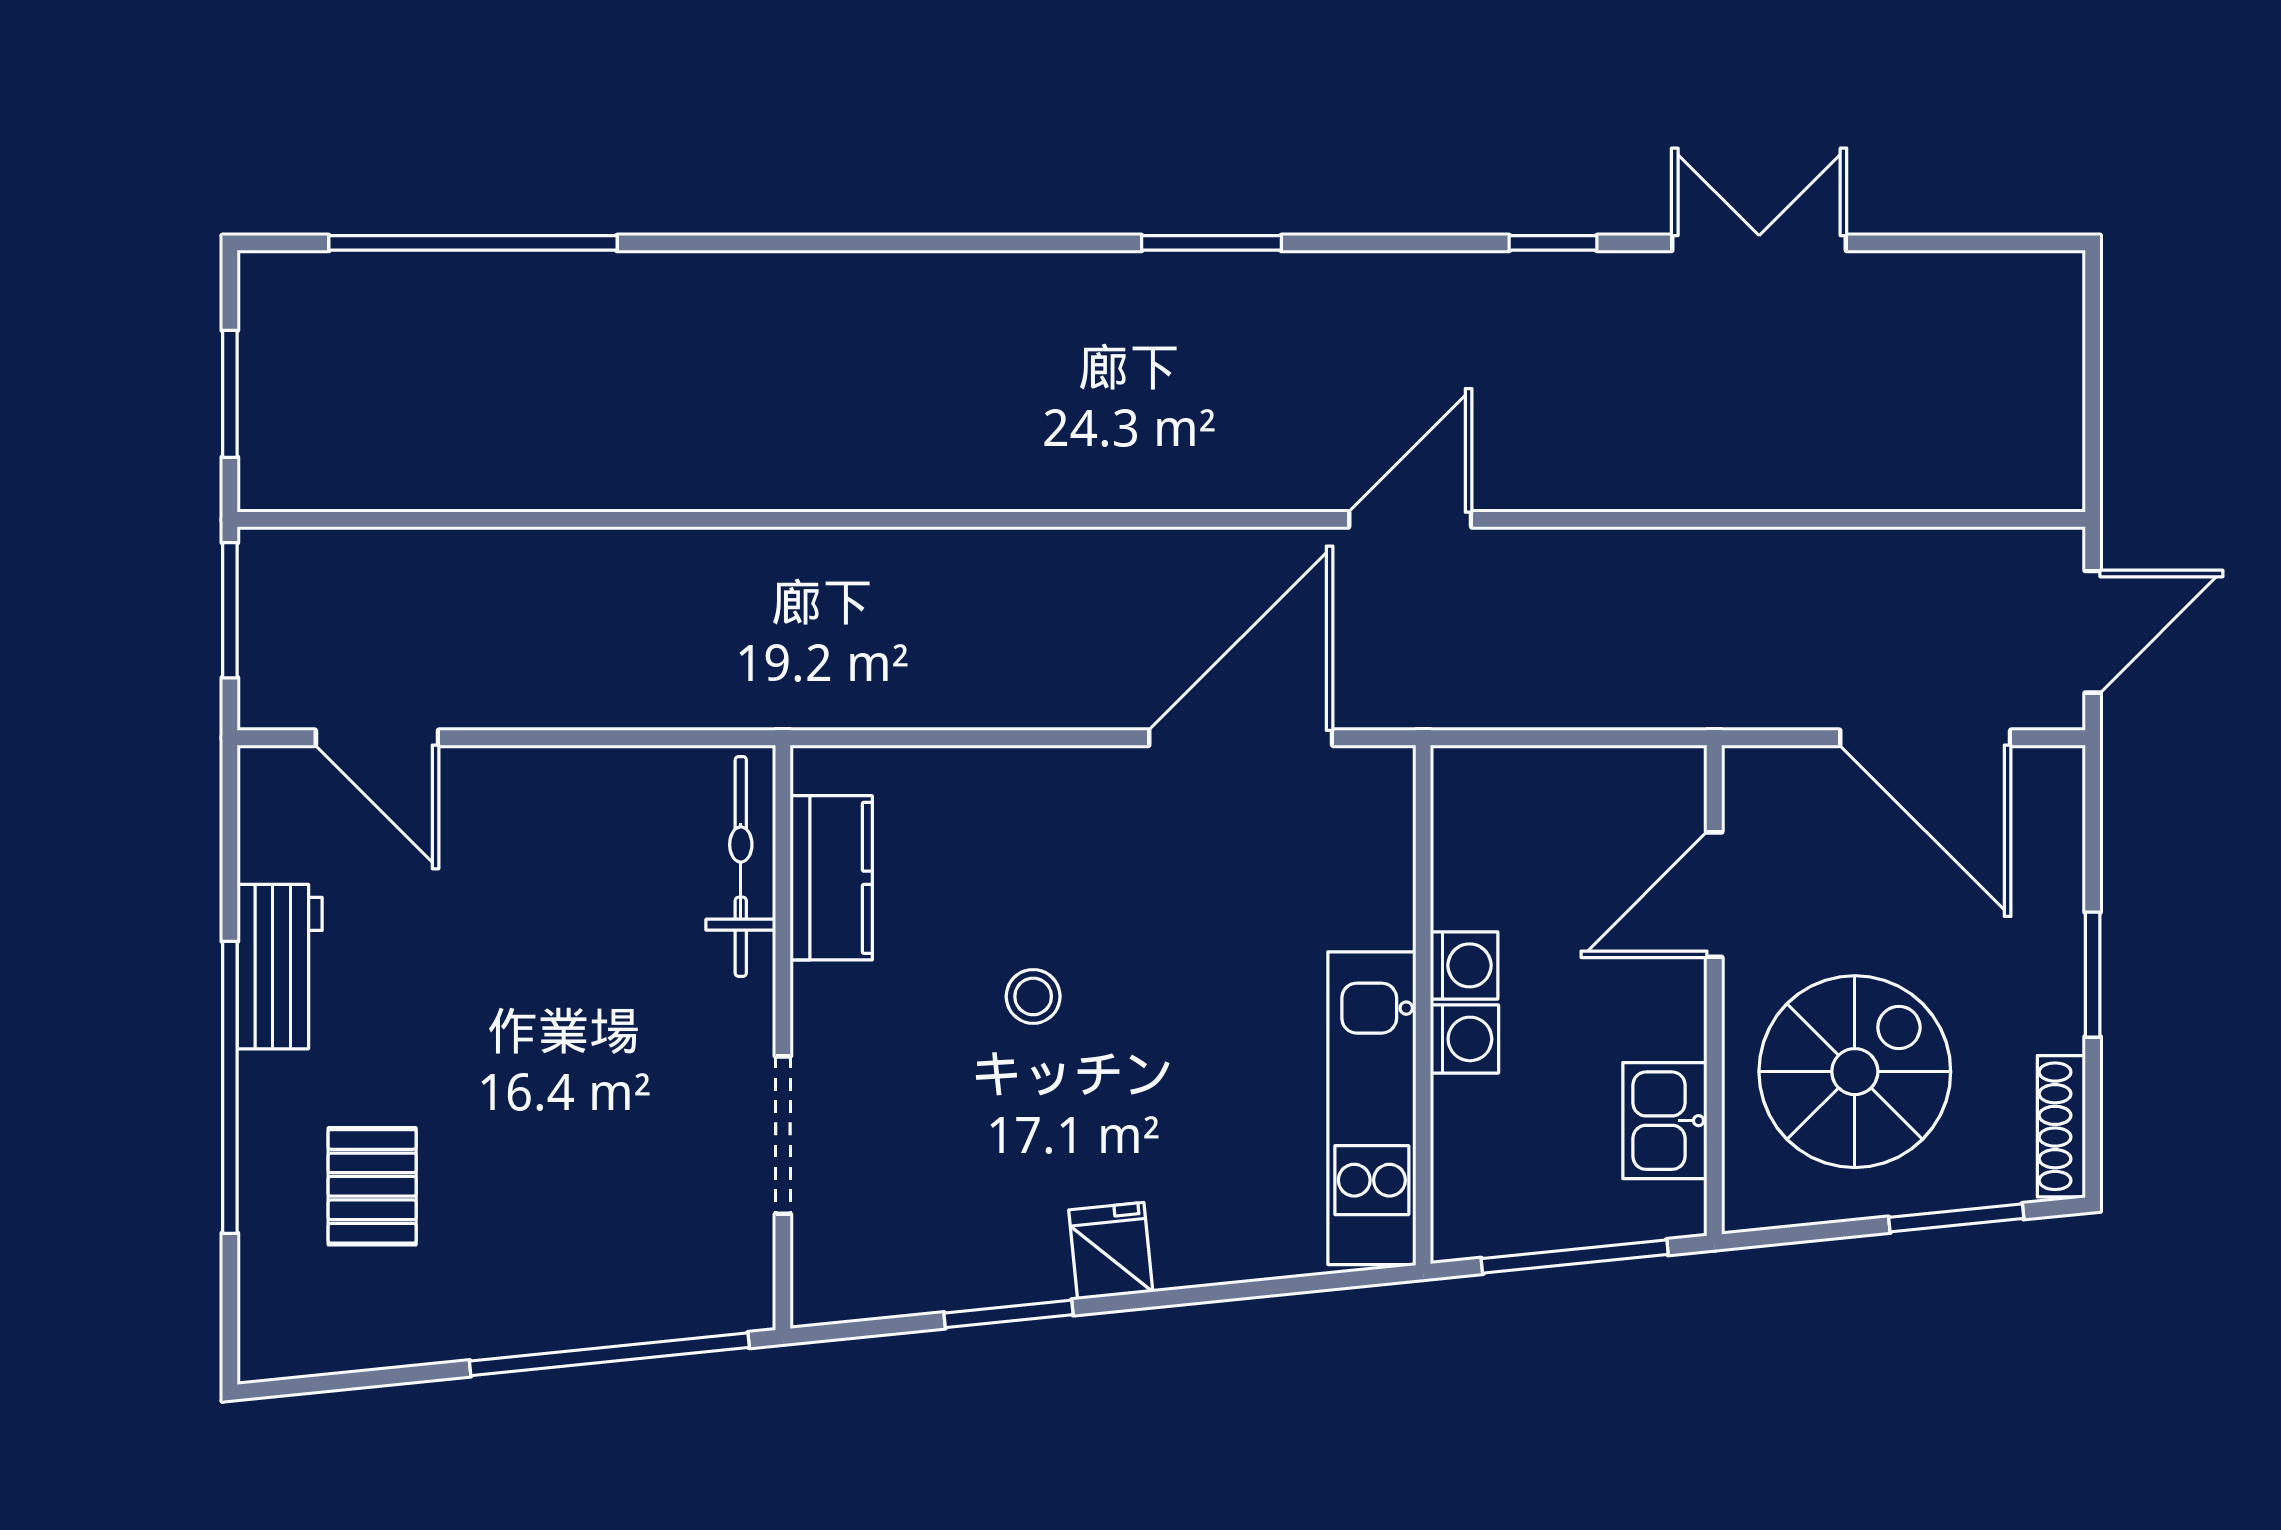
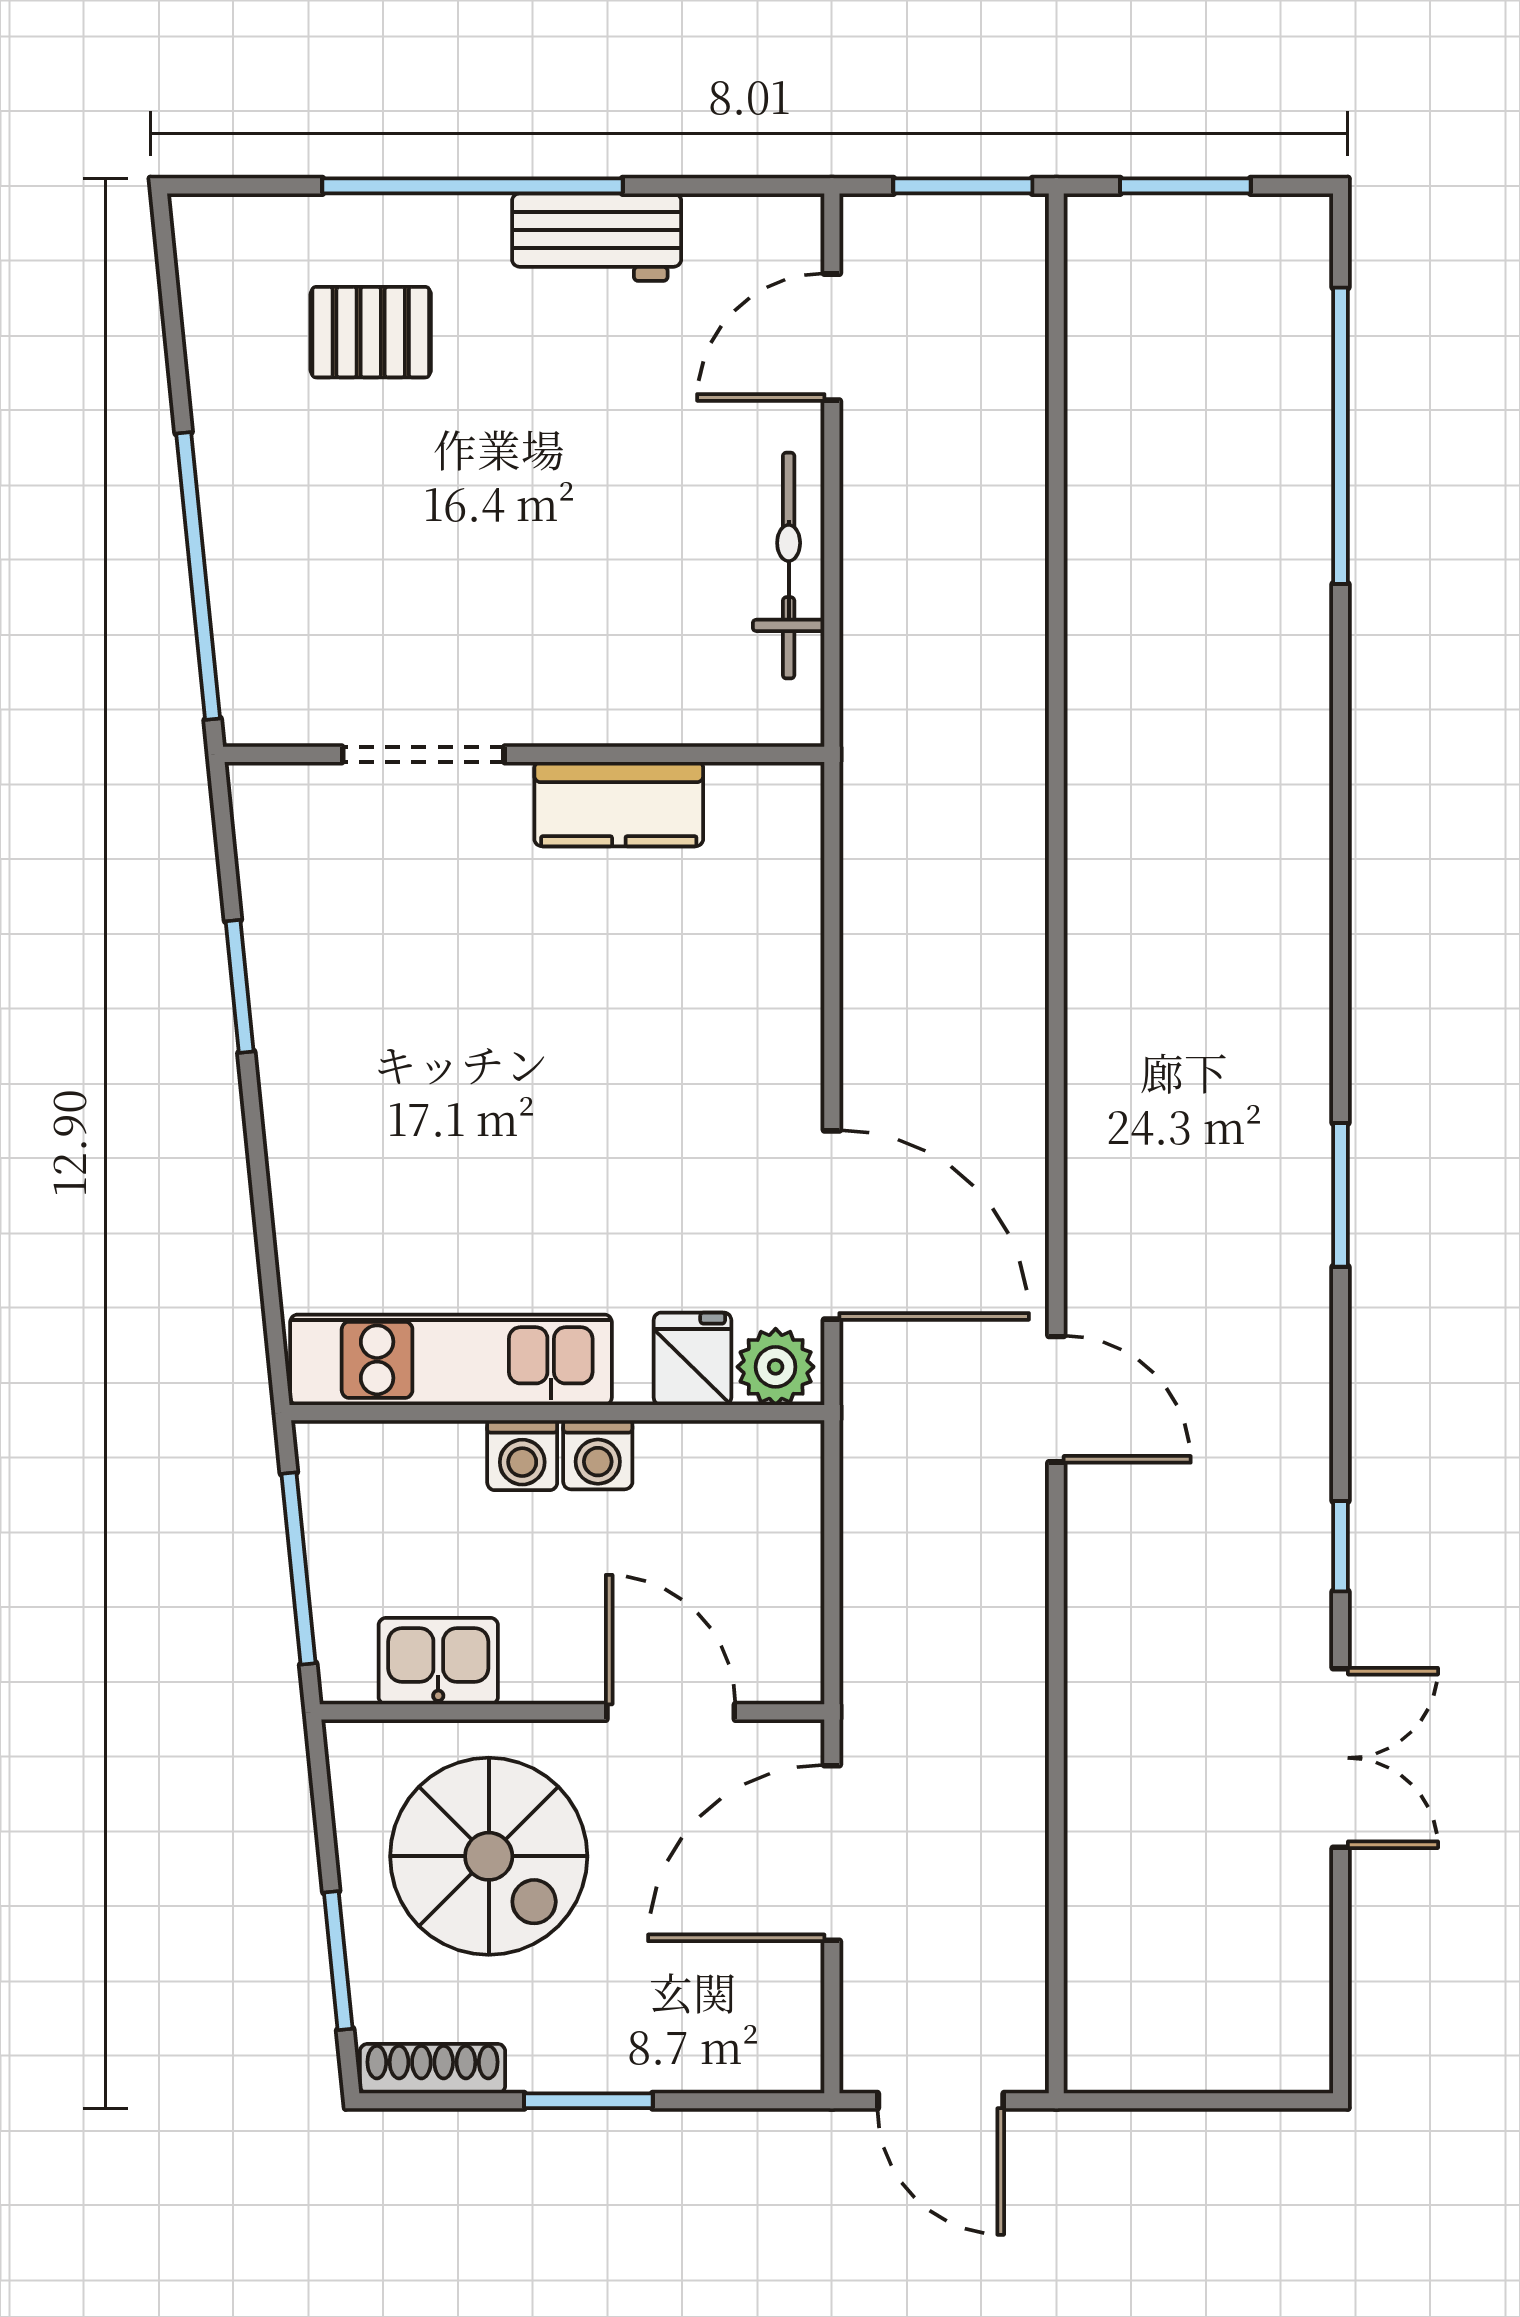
door: (1925, 738) -> (832, 1853), moved
plant: (1379, 792) -> (776, 1367), added
bicycle: (741, 866) -> (789, 566), moved, turned -90
kitchen counter: (831, 878) -> (619, 804), moved
stool: (1033, 996) -> (566, 1012), removed
fridge: (1111, 1251) -> (692, 1359), moved, turned -84

